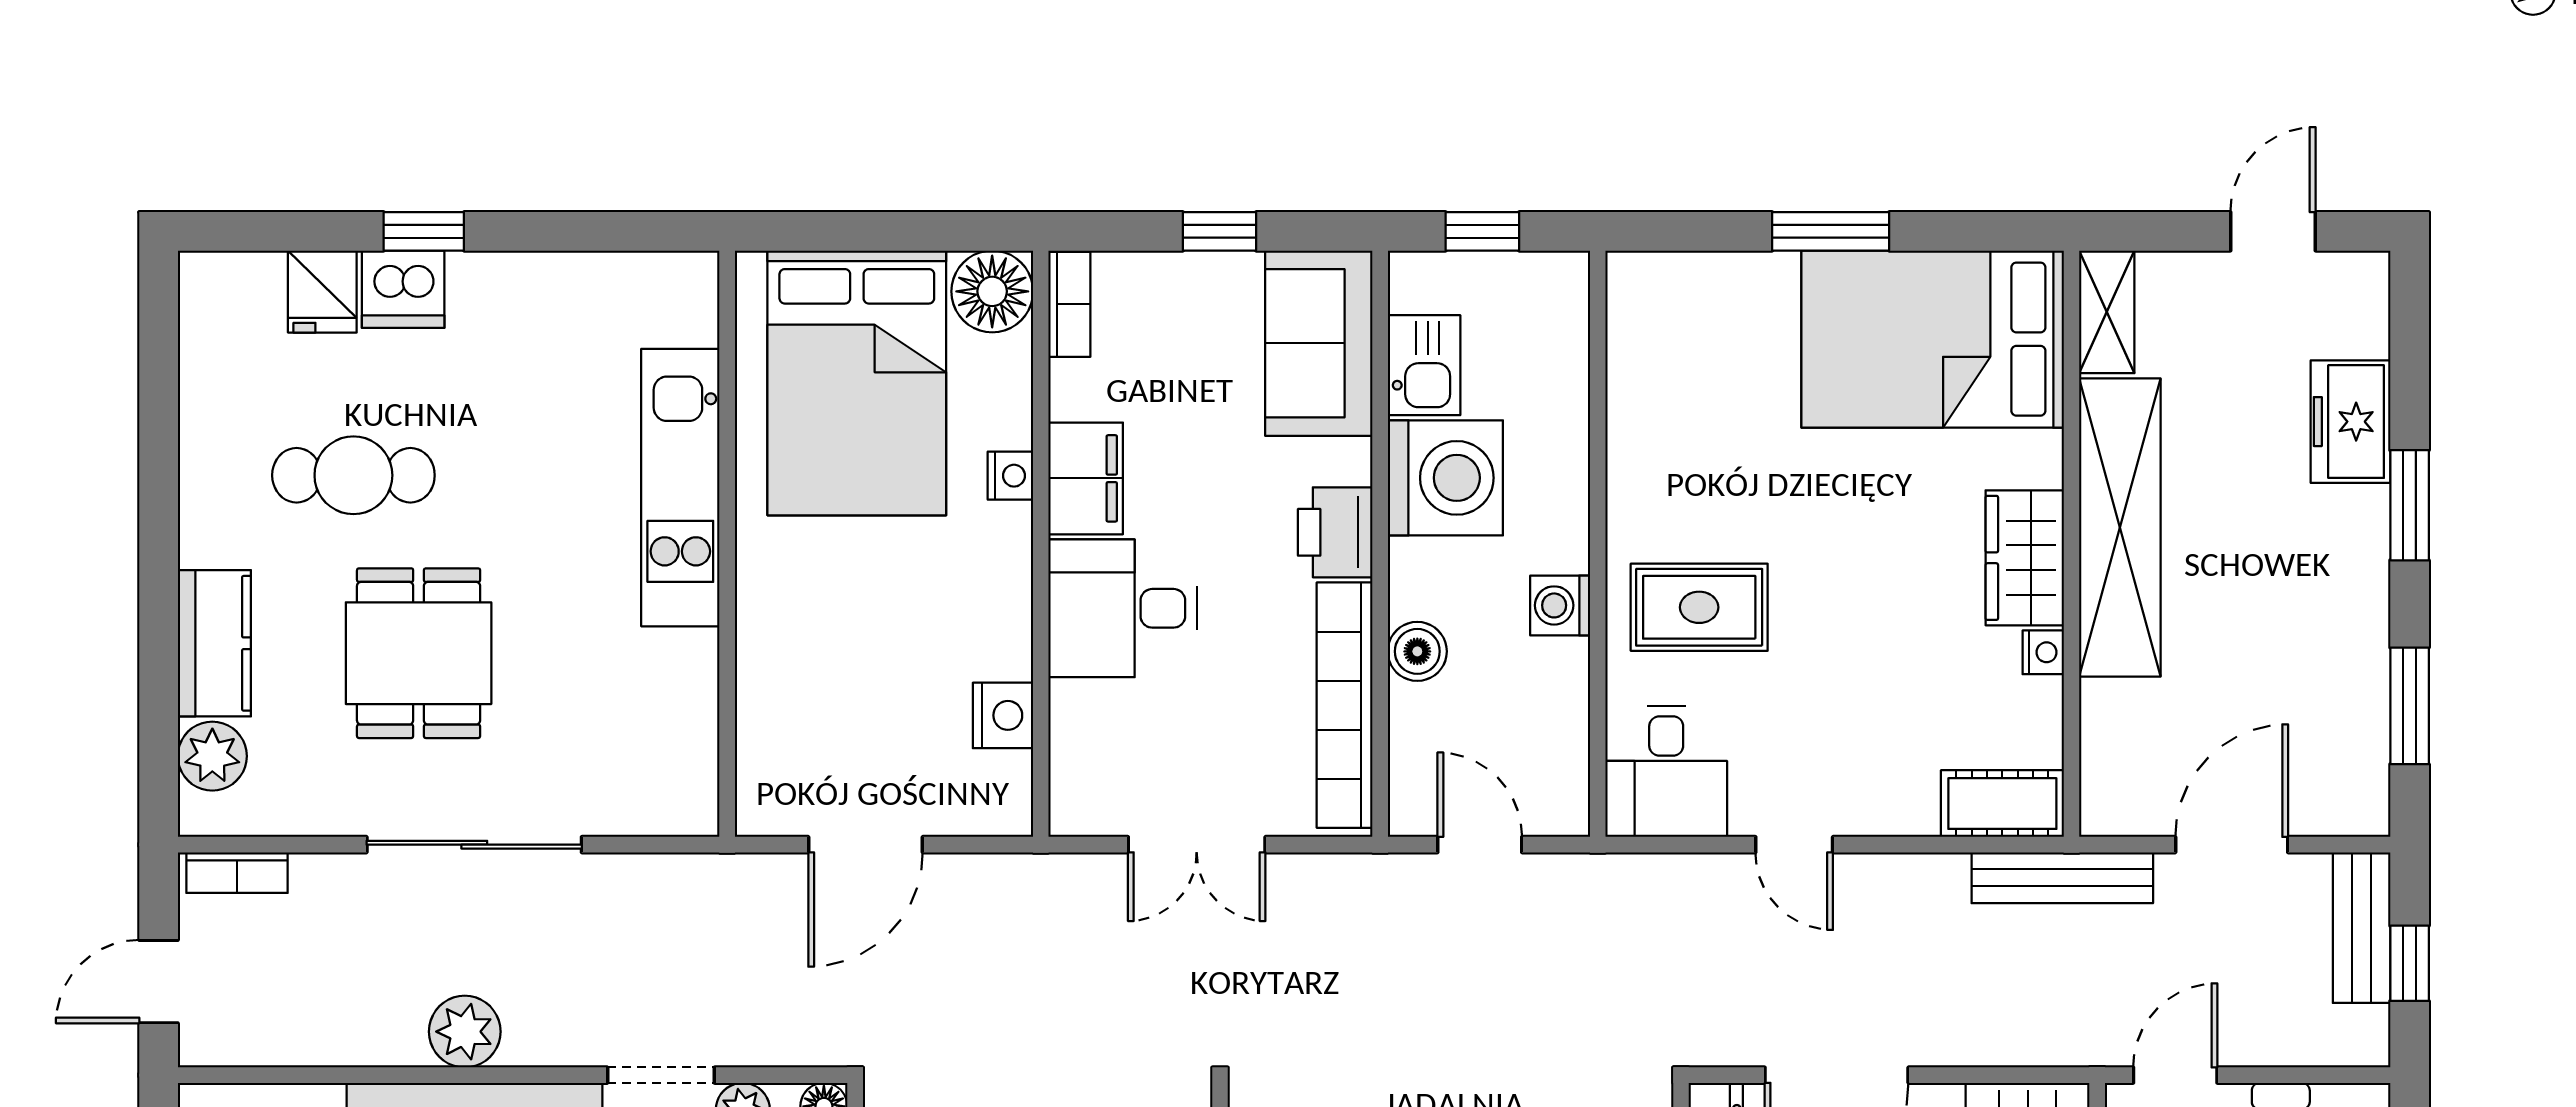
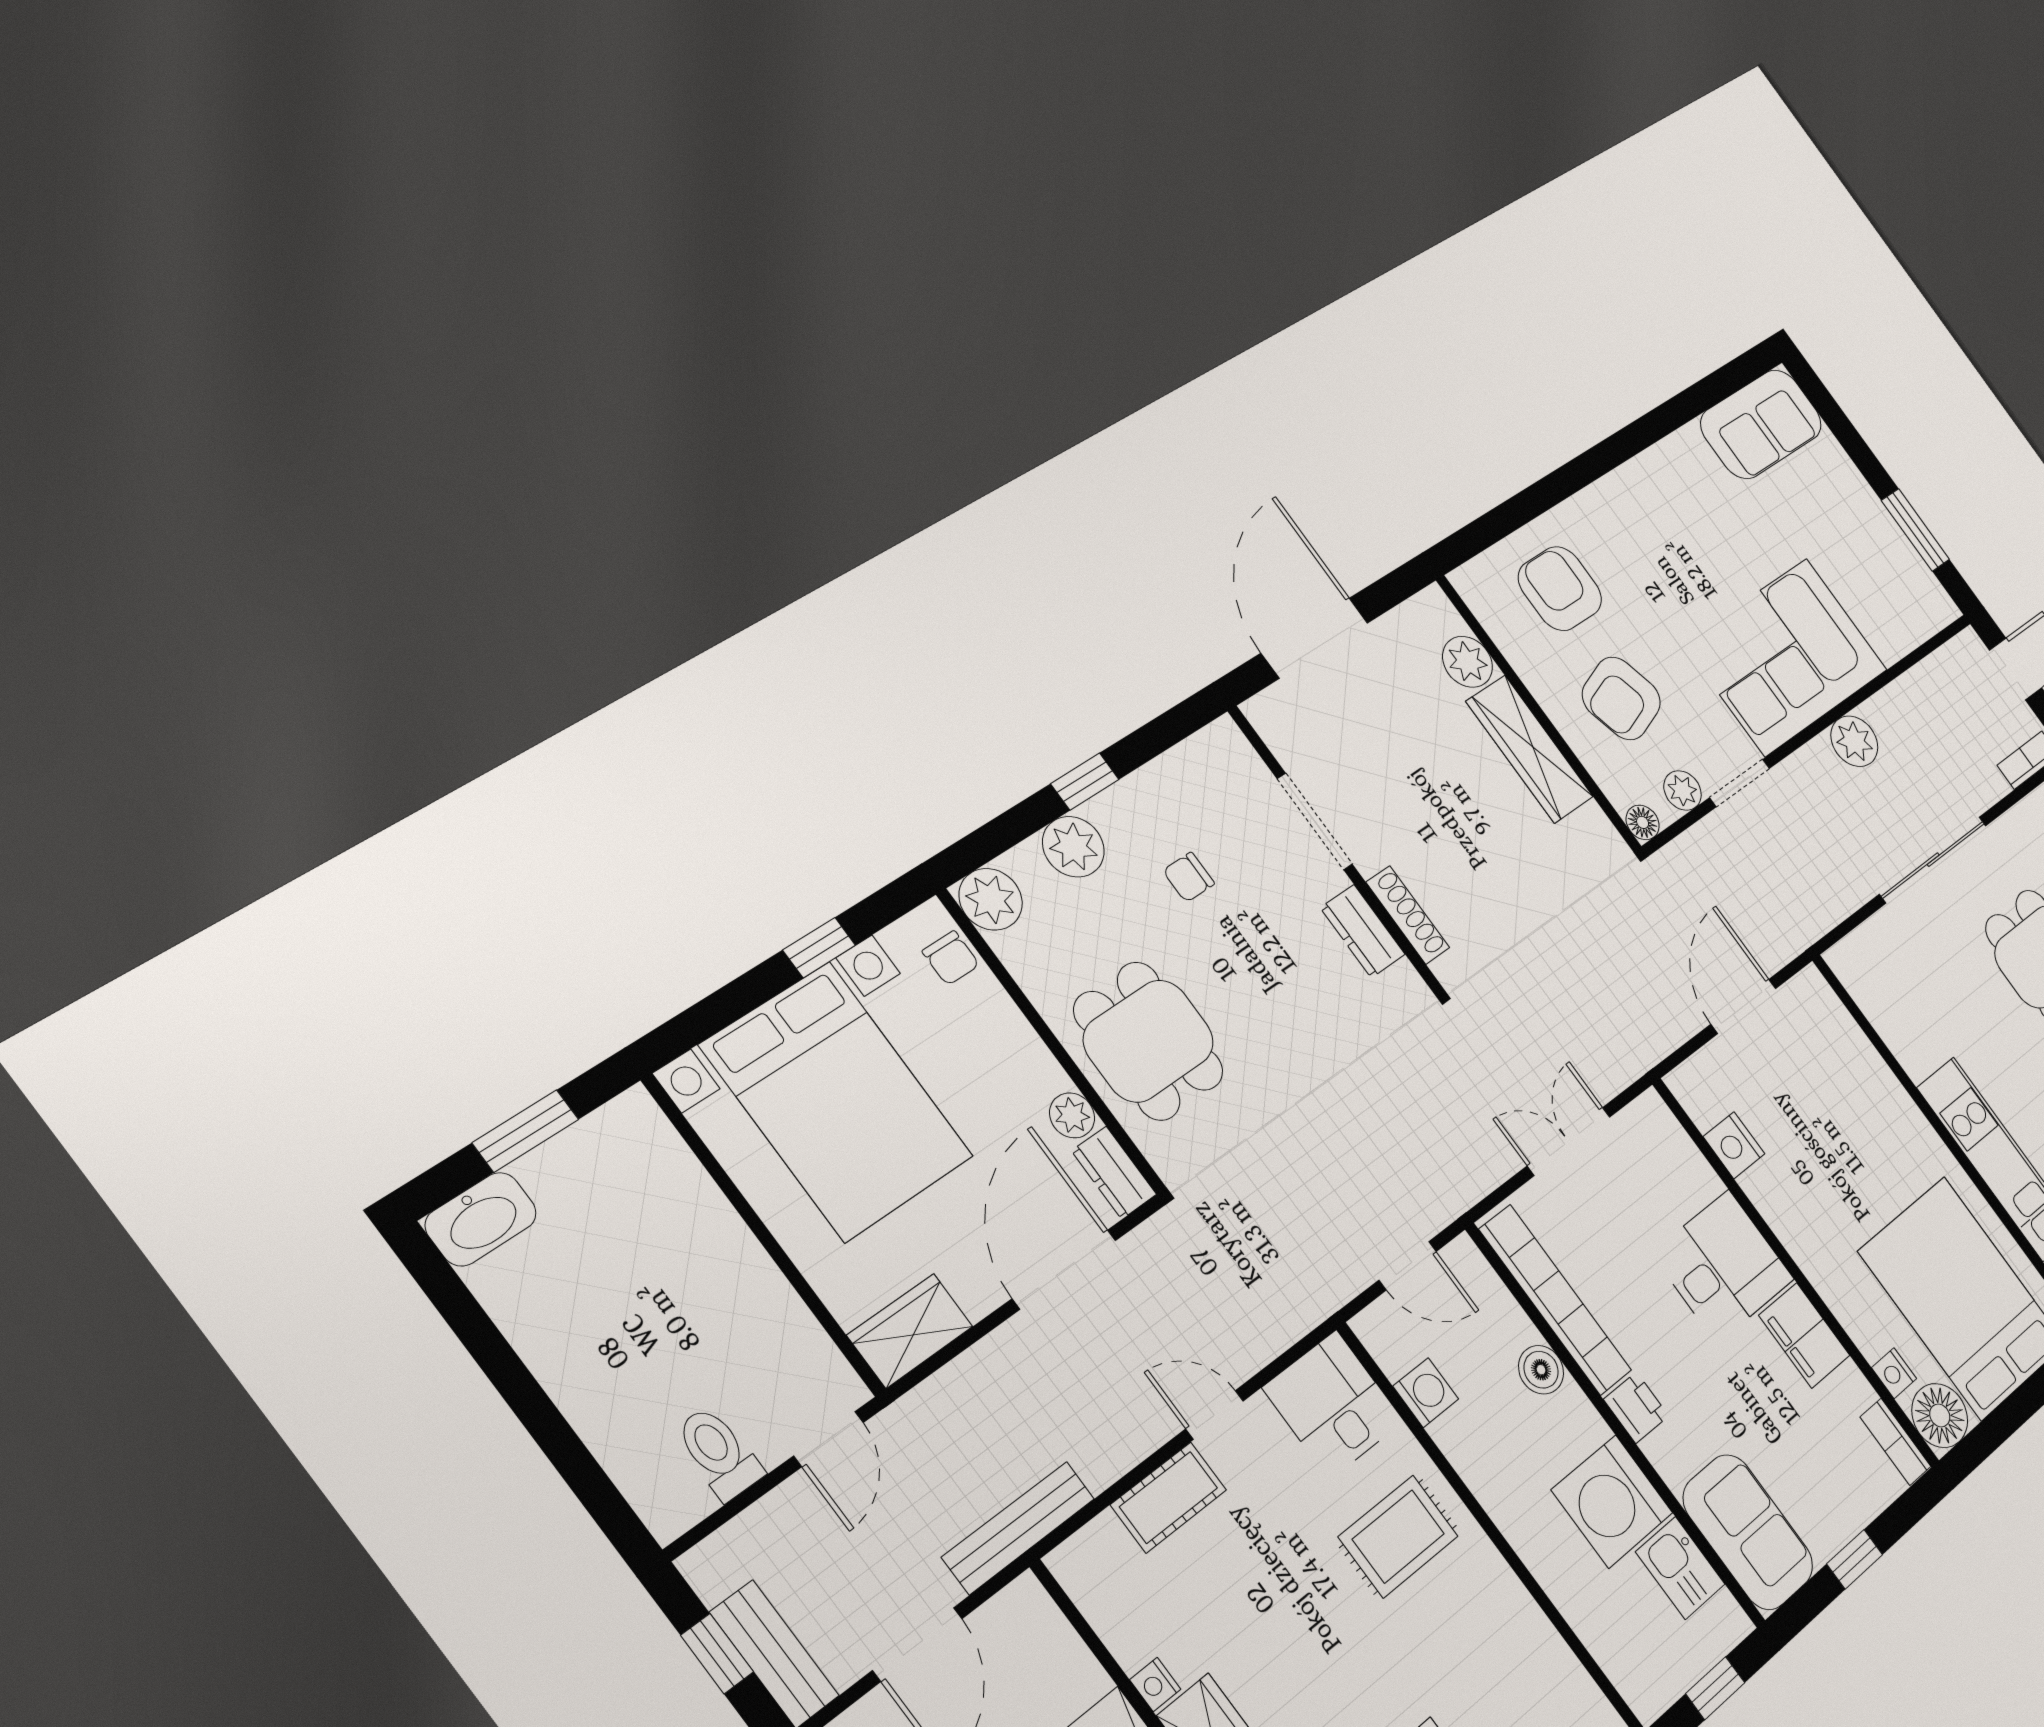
nightstand: (1010, 476) -> (1894, 1373), moved
printer: (1335, 532) -> (1636, 1408), width x0.73, depth x0.81
washing machine: (1560, 605) -> (1426, 1393), moved
cot: (2002, 804) -> (1169, 1497), moved

